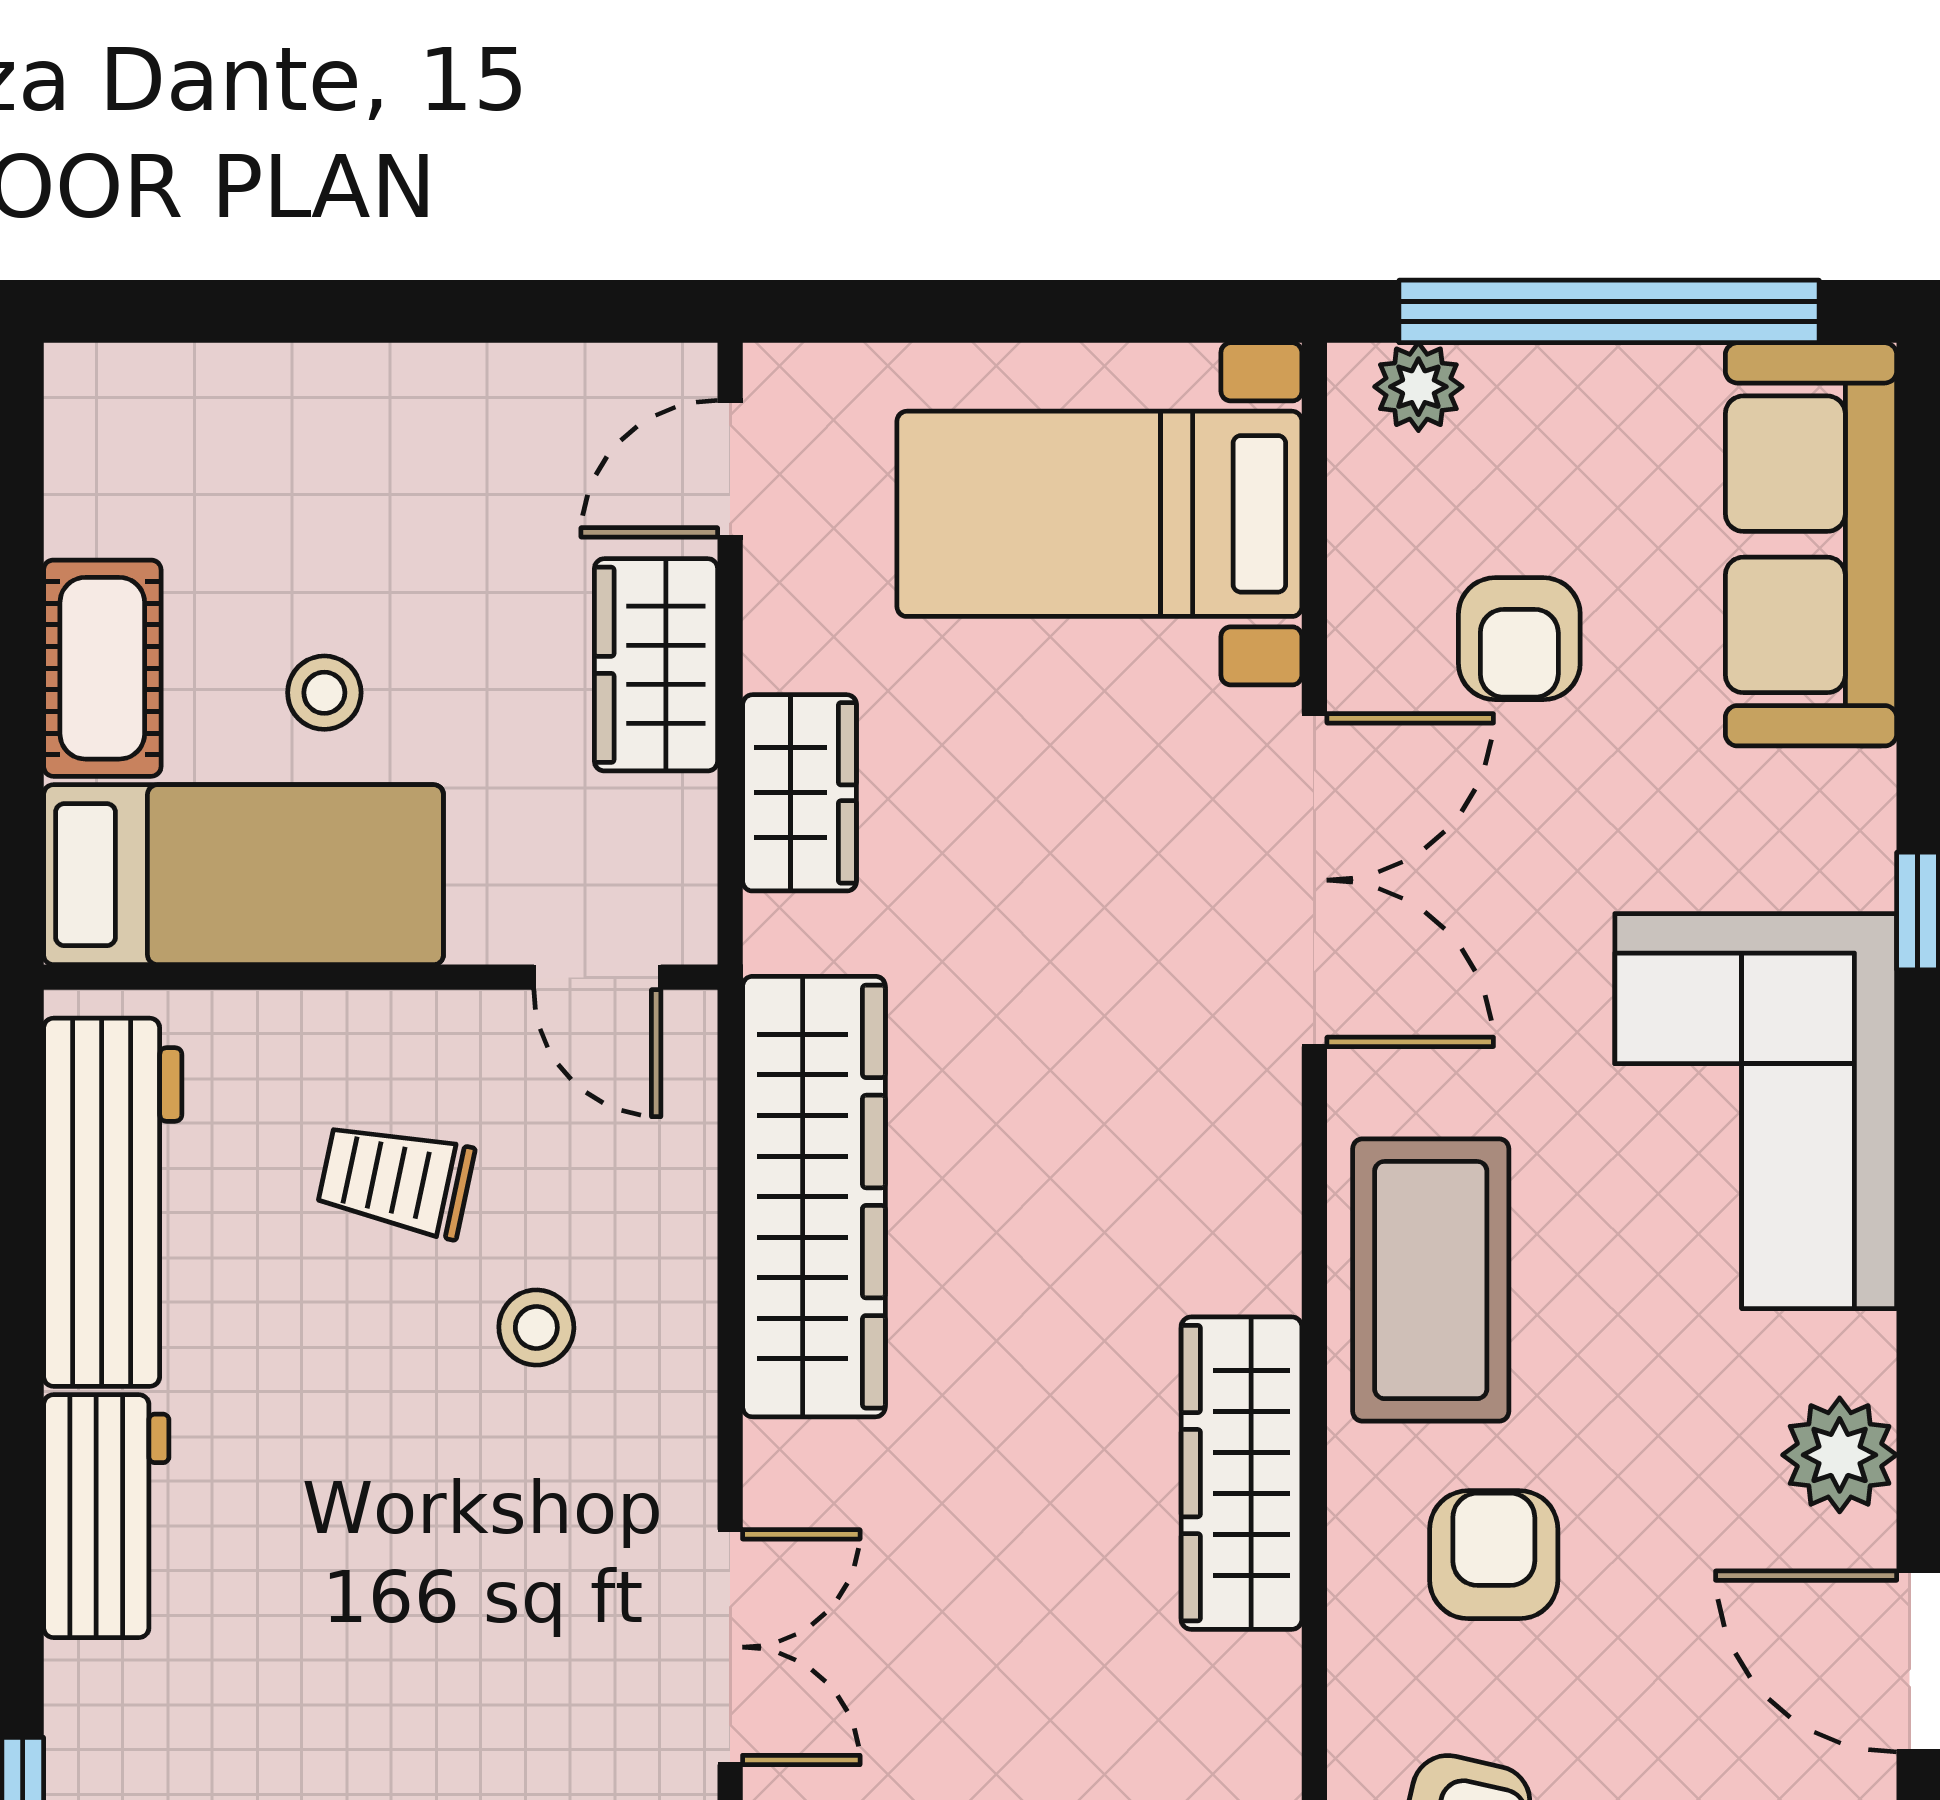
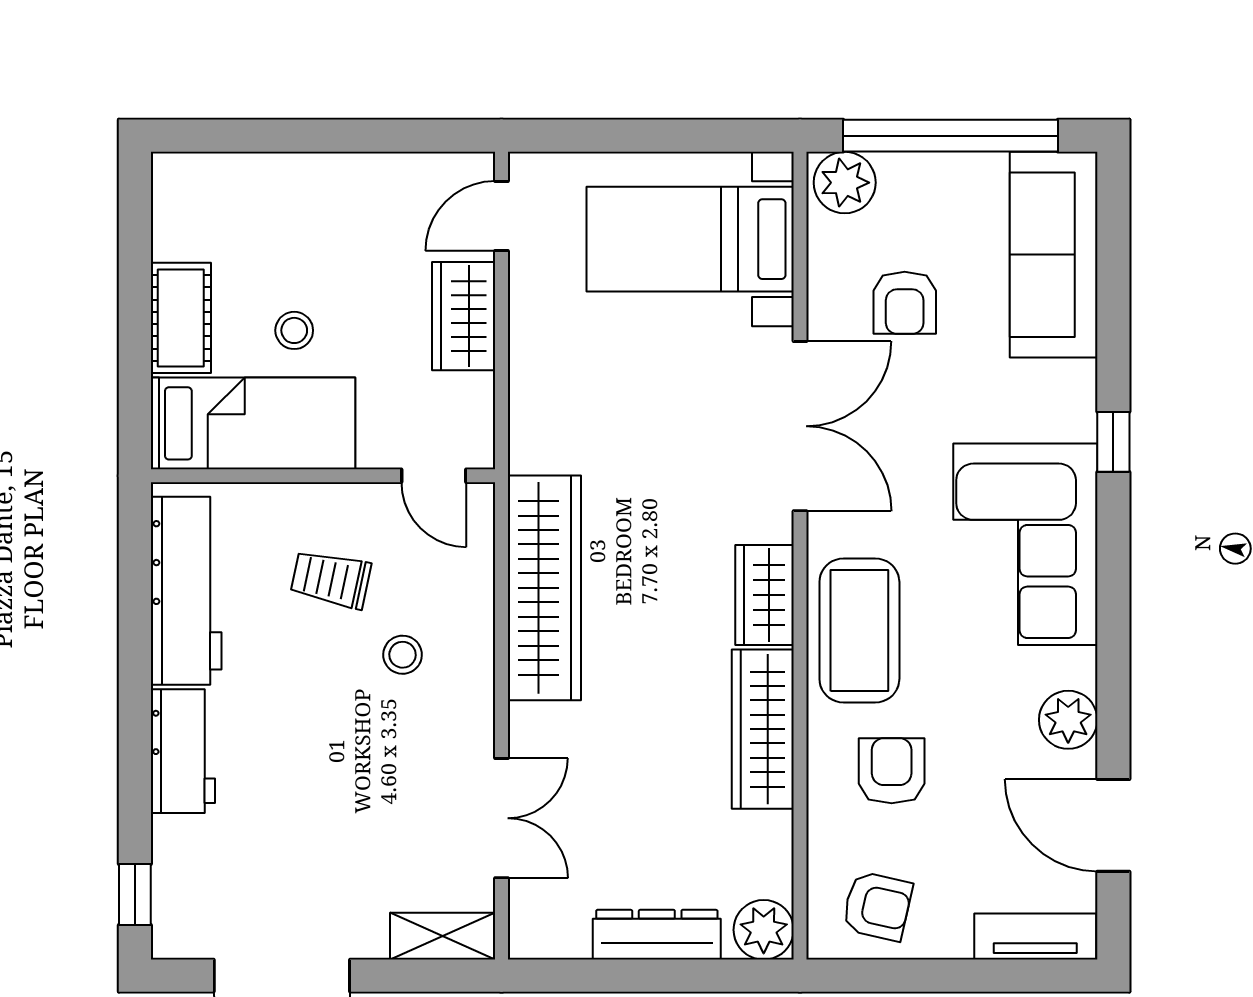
plant: (1418, 387) -> (845, 183), width x1.38, depth x1.38
wardrobe: (800, 793) -> (765, 595), moved, turned 180

